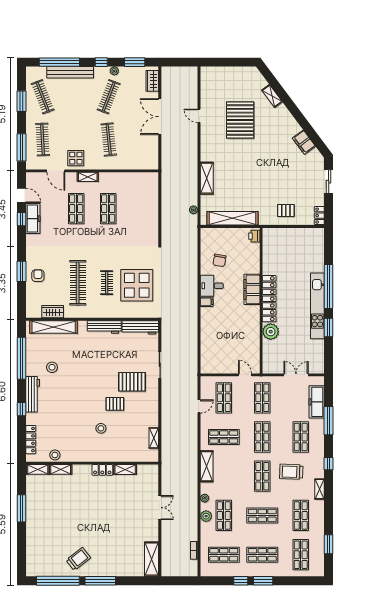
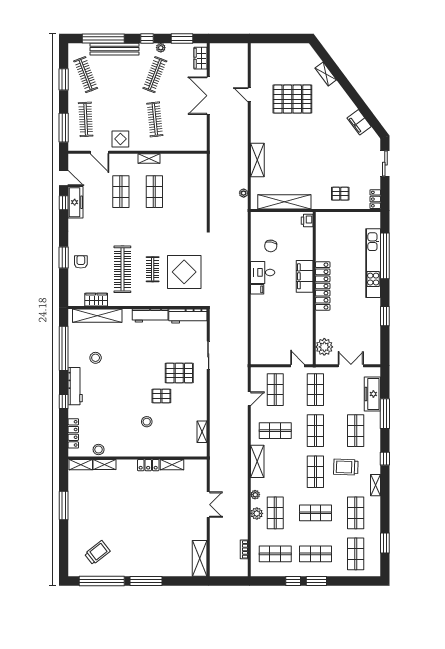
pallet: (240, 120) -> (292, 99), turned 90
shelving: (88, 177) -> (149, 159), moved
window: (329, 286) -> (385, 256), moved
kitchen unit: (317, 306) -> (373, 263), moved
plant: (271, 332) -> (324, 347), moved
trolley: (78, 559) -> (97, 553), moved

